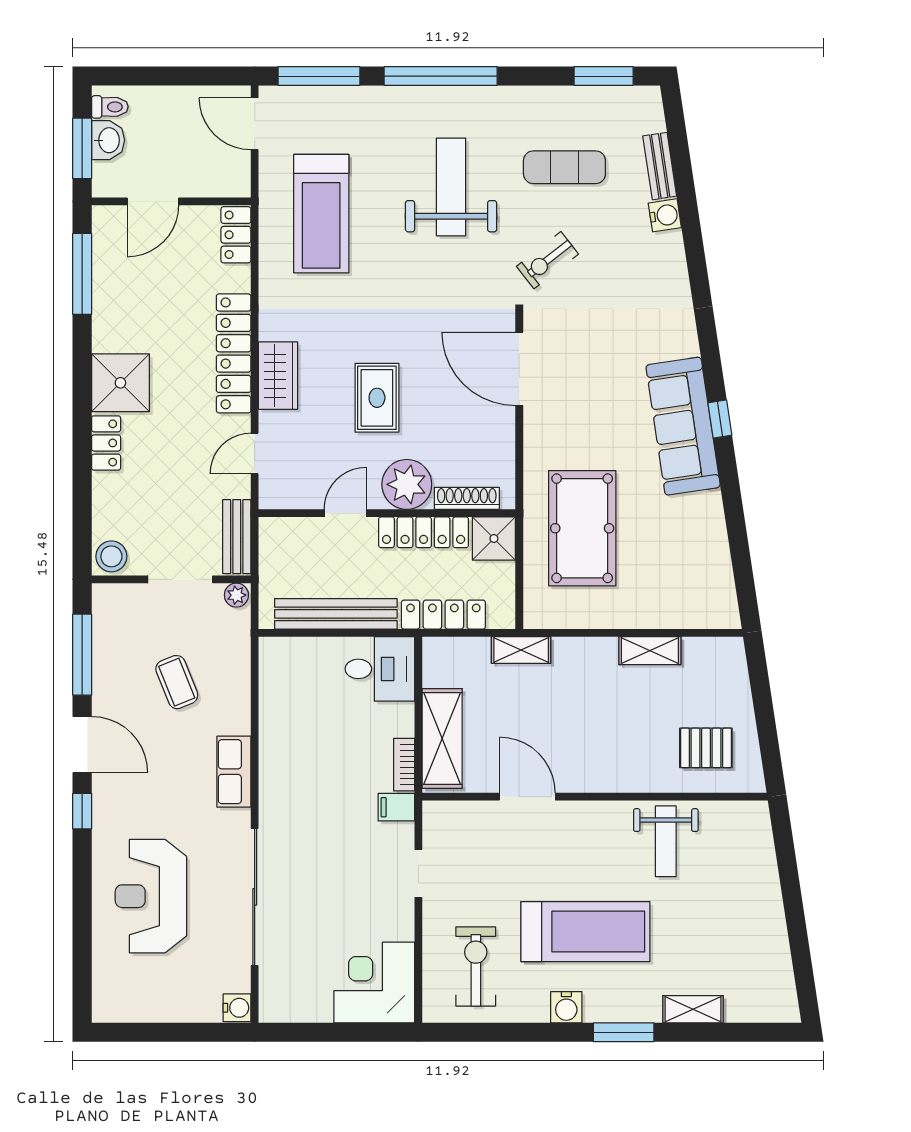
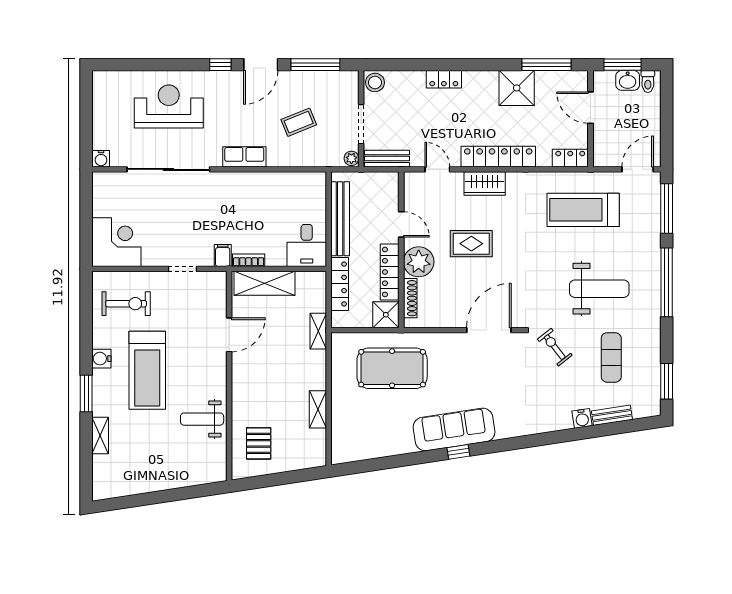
shower: (120, 383) -> (517, 88), moved

